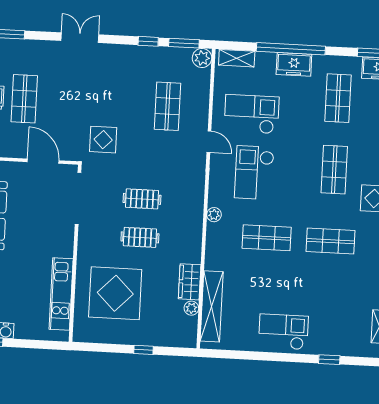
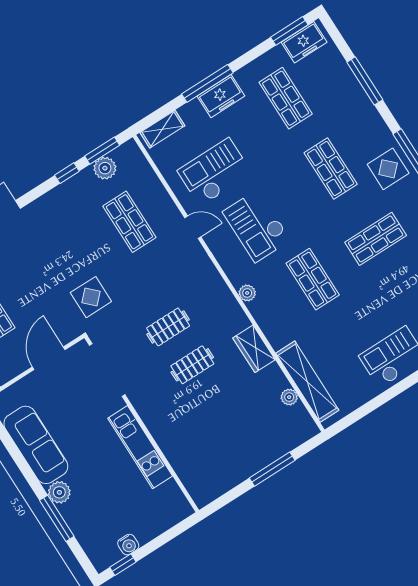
window: (291, 49) -> (207, 83), width x0.68
plant: (202, 58) -> (105, 168), moved
door: (43, 161) -> (49, 358), hinge flipped
shop shelf: (267, 238) -> (313, 279), turned 90
wardrobe: (190, 282) -> (254, 349), moved
display table: (115, 293) -> (207, 435), removed
kitchen unit: (61, 294) -> (140, 447), moved
window: (144, 350) -> (272, 469), width x2.17

